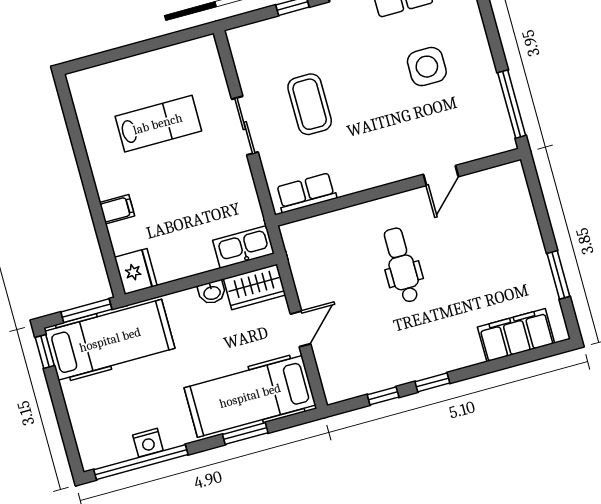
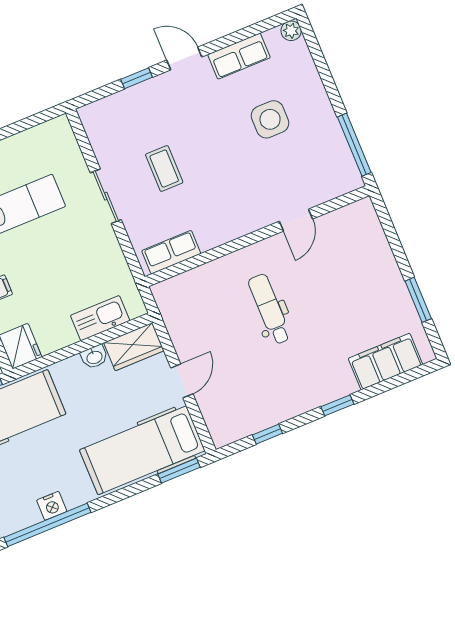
coffee table: (310, 104) -> (164, 169), width x0.73, depth x0.77
kitchen sink: (244, 247) -> (100, 318), moved
window: (432, 382) -> (337, 405), moved
window: (245, 434) -> (179, 471), moved

